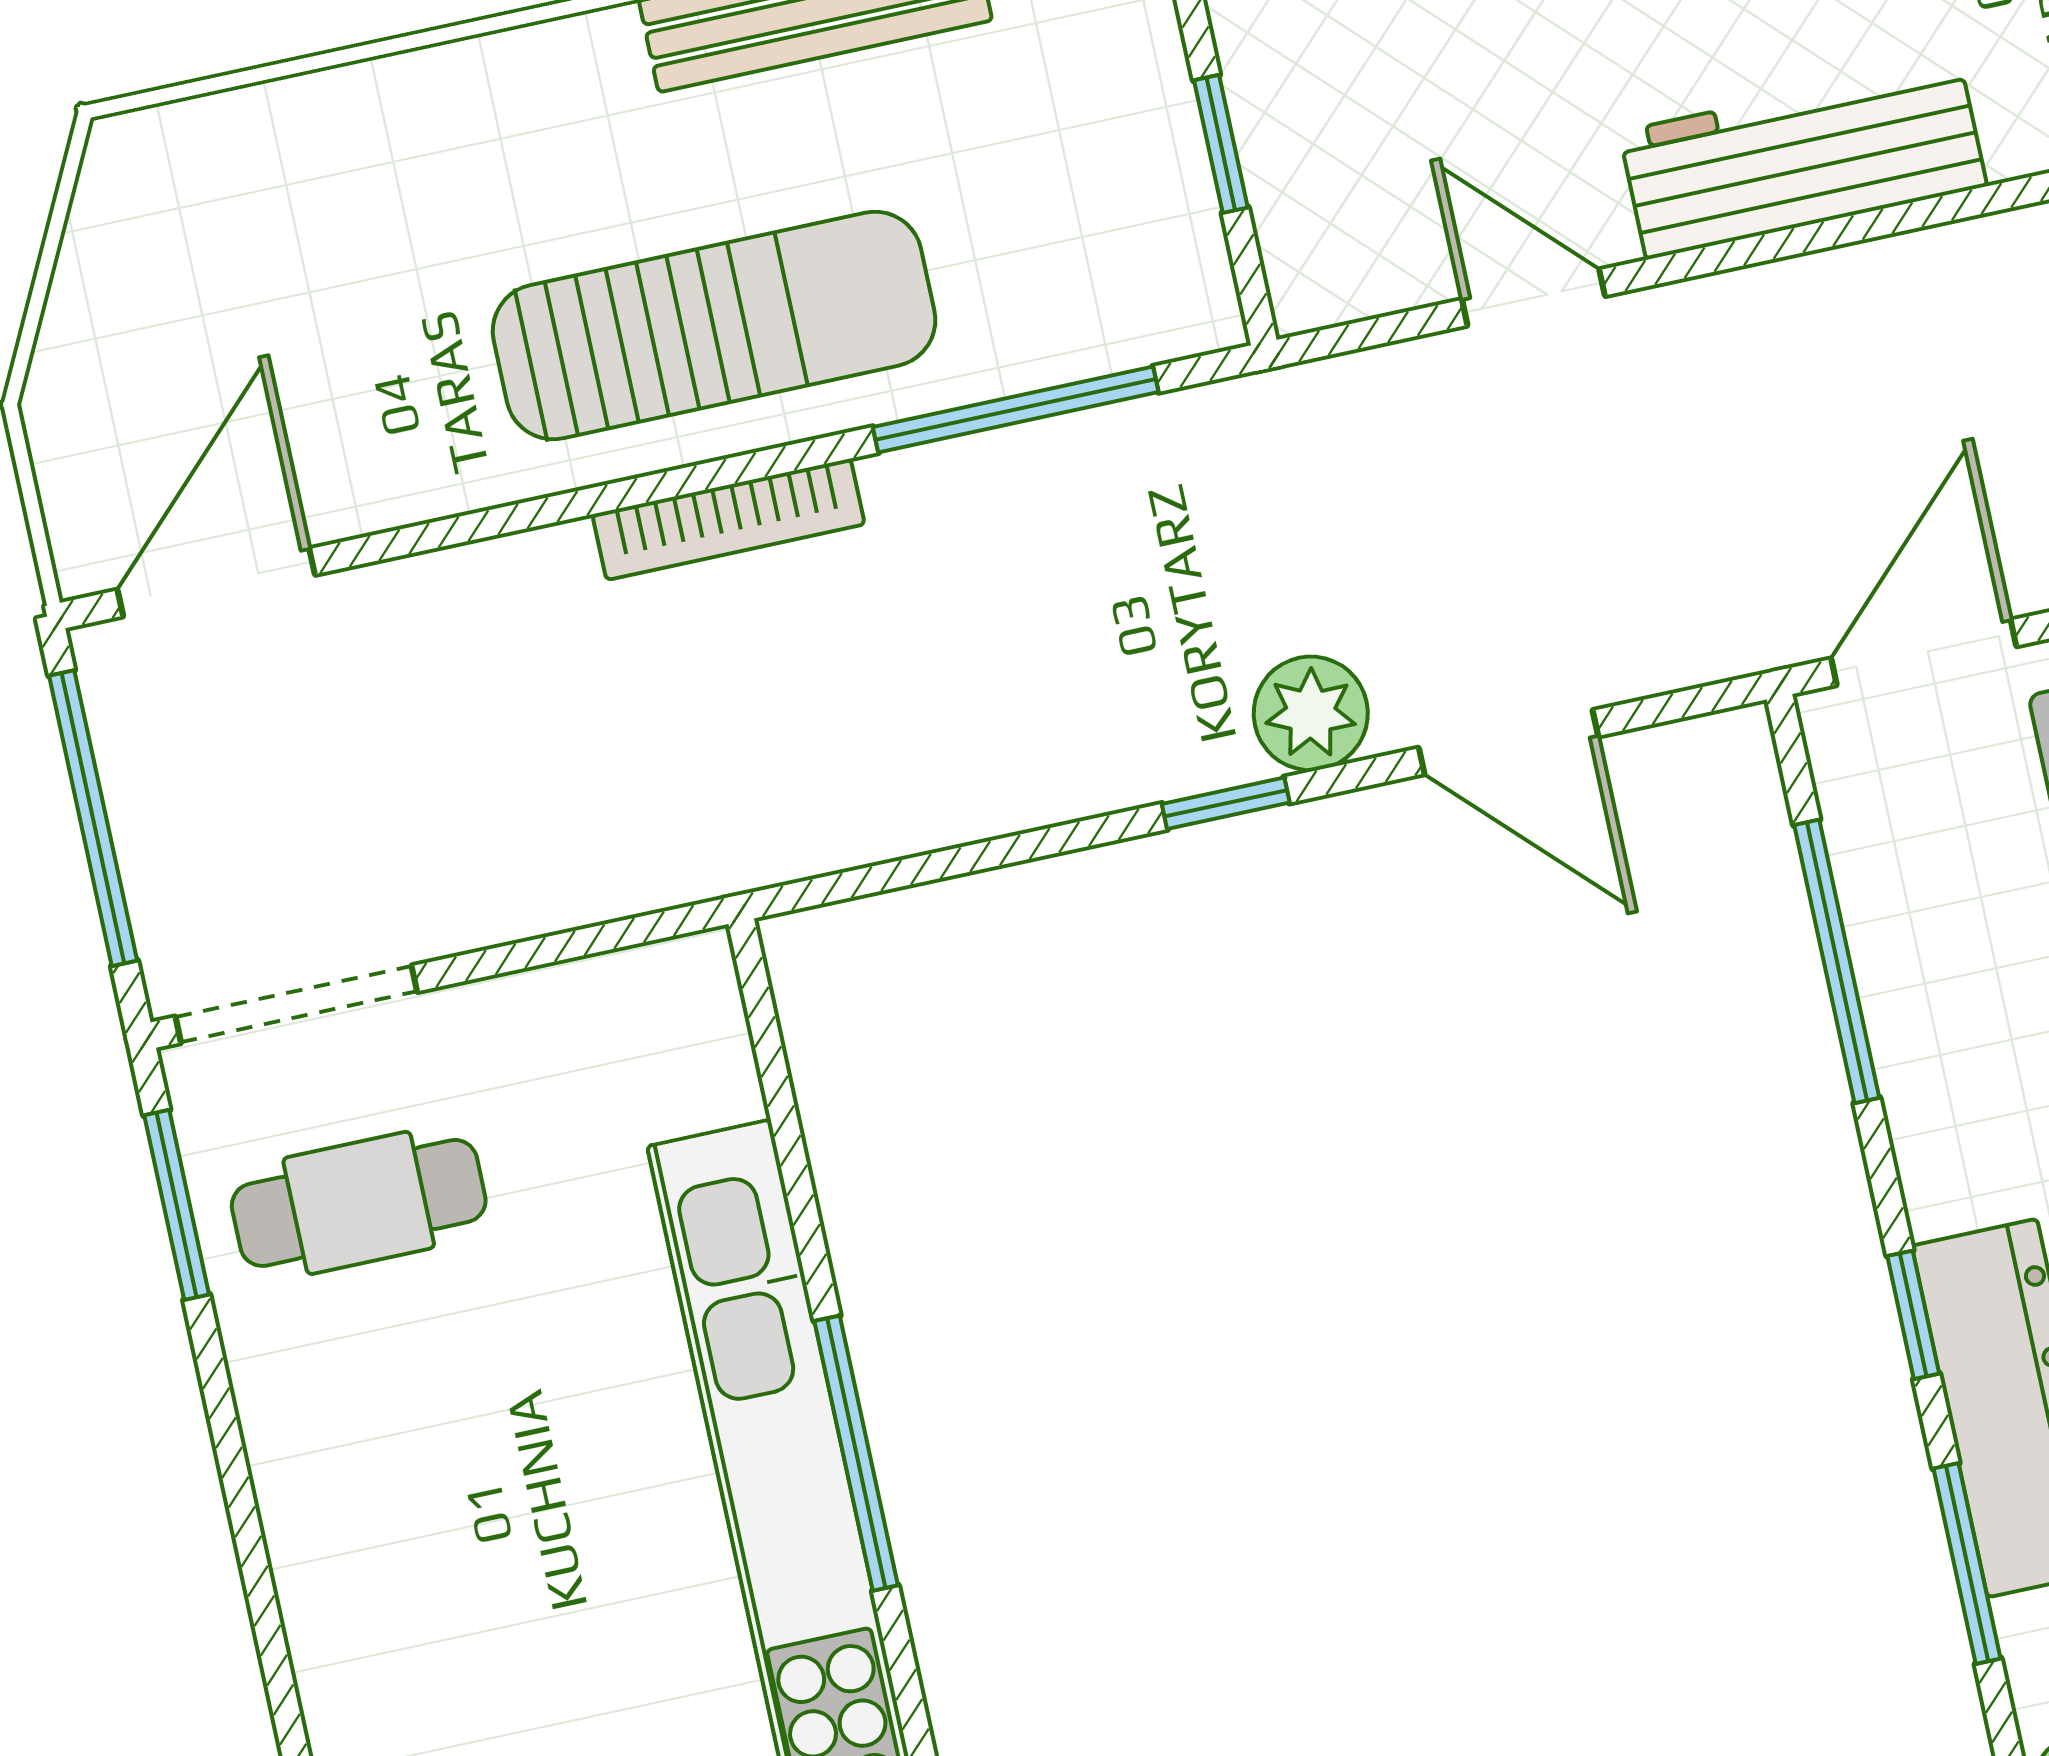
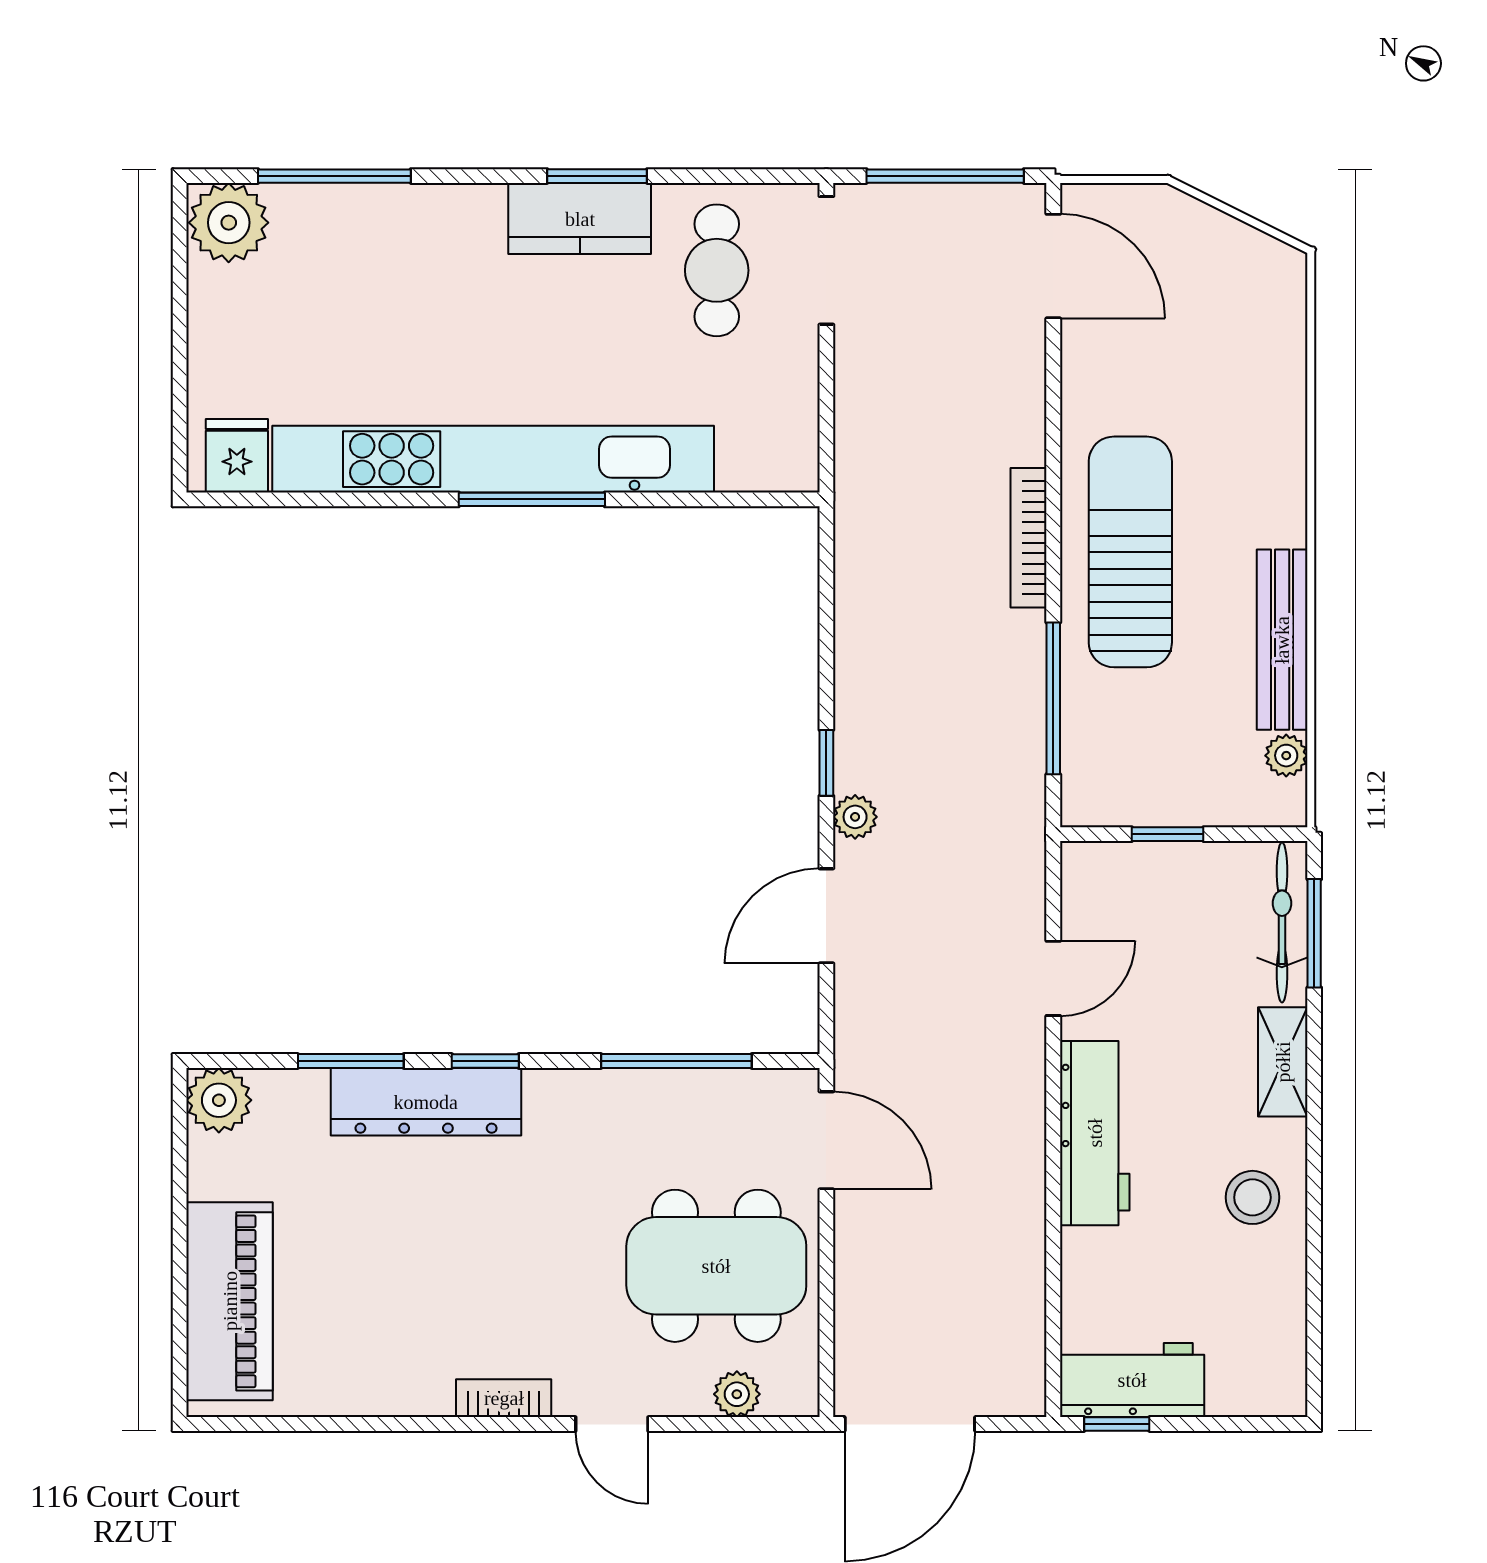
sun lounger: (714, 325) -> (1130, 552), turned 180
plant: (1311, 713) -> (855, 817), width x0.73, depth x0.73
window: (177, 1205) -> (597, 176), moved
kitchen counter: (318, 1477) -> (580, 219), added

